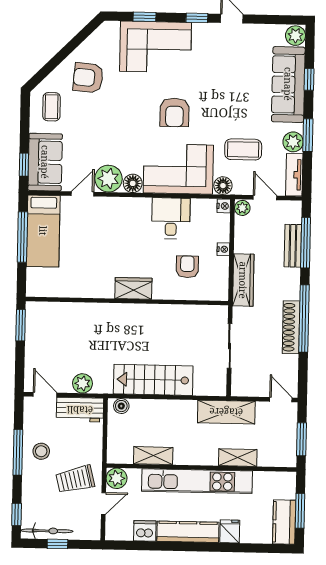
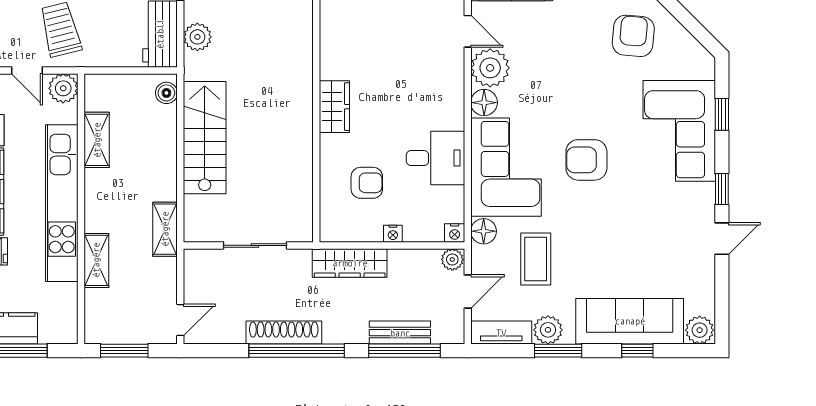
shelving: (226, 412) -> (165, 229), width x0.67, depth x0.75

